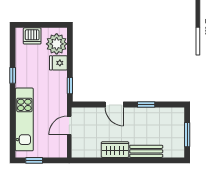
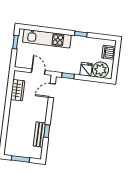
door: (114, 104) -> (52, 91), moved
wardrobe: (115, 150) -> (18, 90), moved
bench: (146, 151) -> (39, 134), moved

